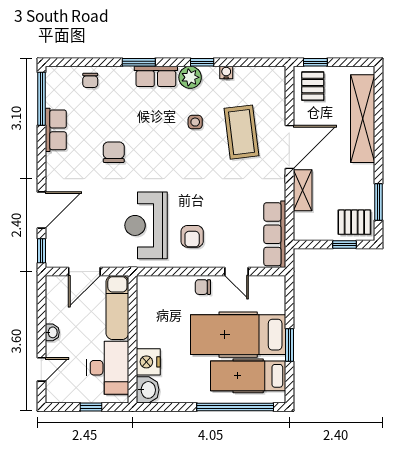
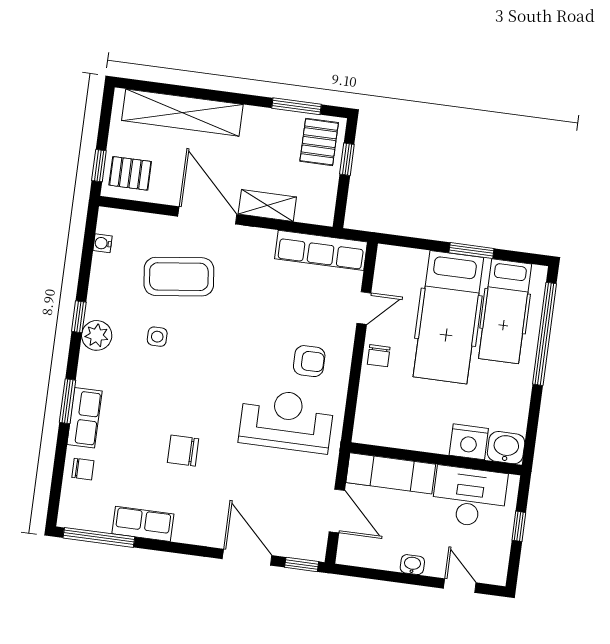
water cooler: (226, 73) -> (103, 243), moved
row of seats: (156, 76) -> (84, 418), moved
reception desk: (146, 225) -> (286, 421), turned 180

